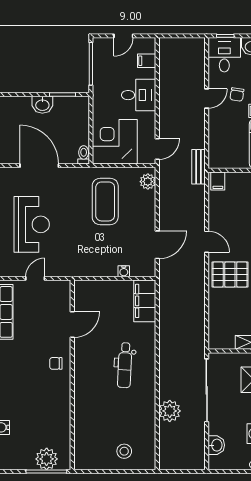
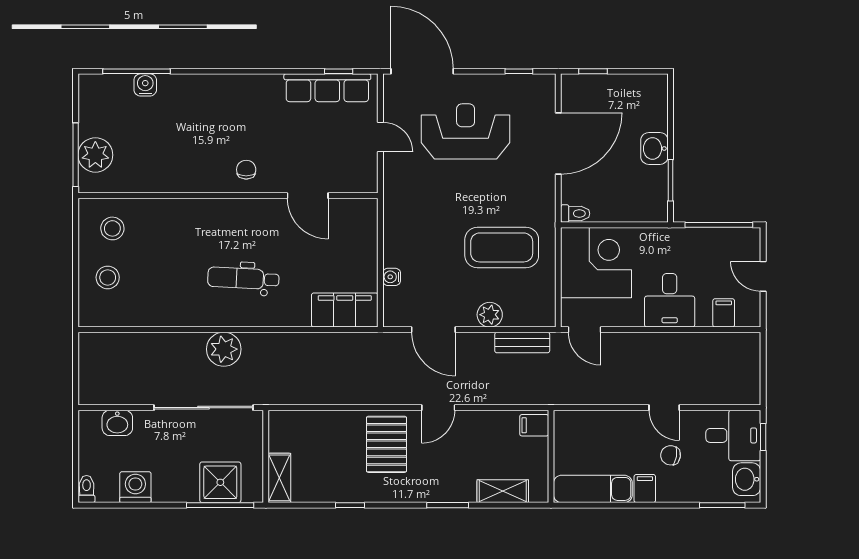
bench: (199, 167) -> (522, 343), moved
plant: (148, 182) -> (490, 315), moved
reception desk: (32, 224) -> (466, 131), turned 180
plant: (170, 411) -> (224, 349), moved
stool: (93, 448) -> (112, 228), added

